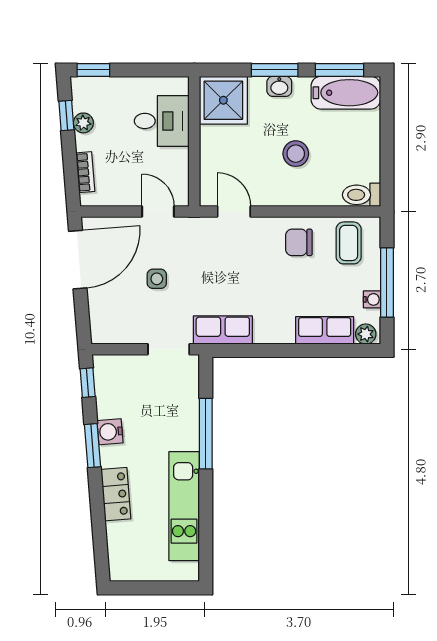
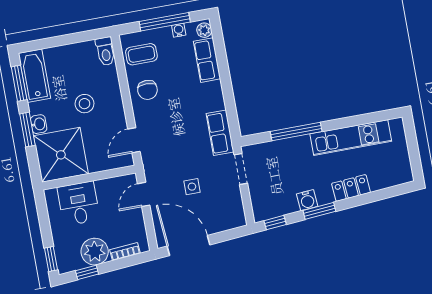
shower: (223, 100) -> (61, 155), width x1.37, depth x1.37
plant: (83, 123) -> (95, 252), width x1.88, depth x1.88

